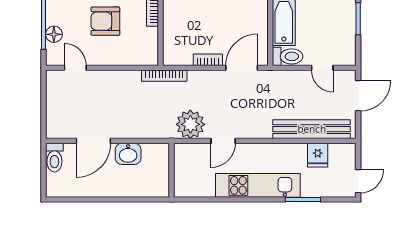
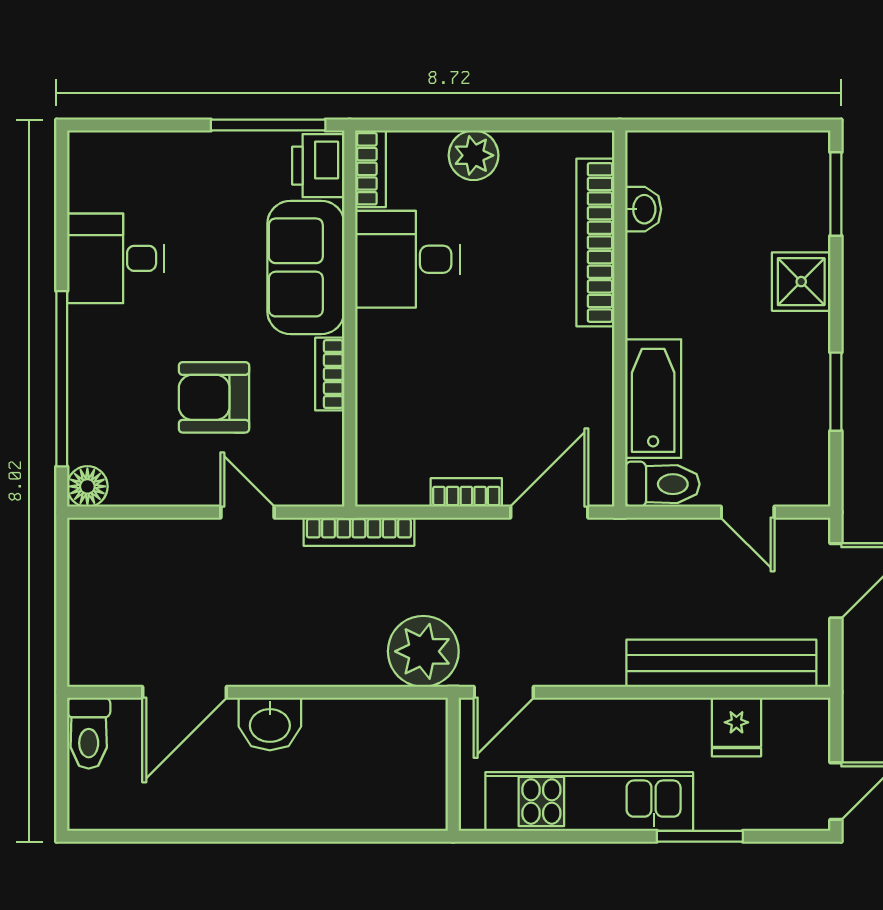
floor lamp: (54, 34) -> (87, 486), moved
door: (75, 68) -> (247, 512), moved
wall: (172, 170) -> (453, 764), moved

